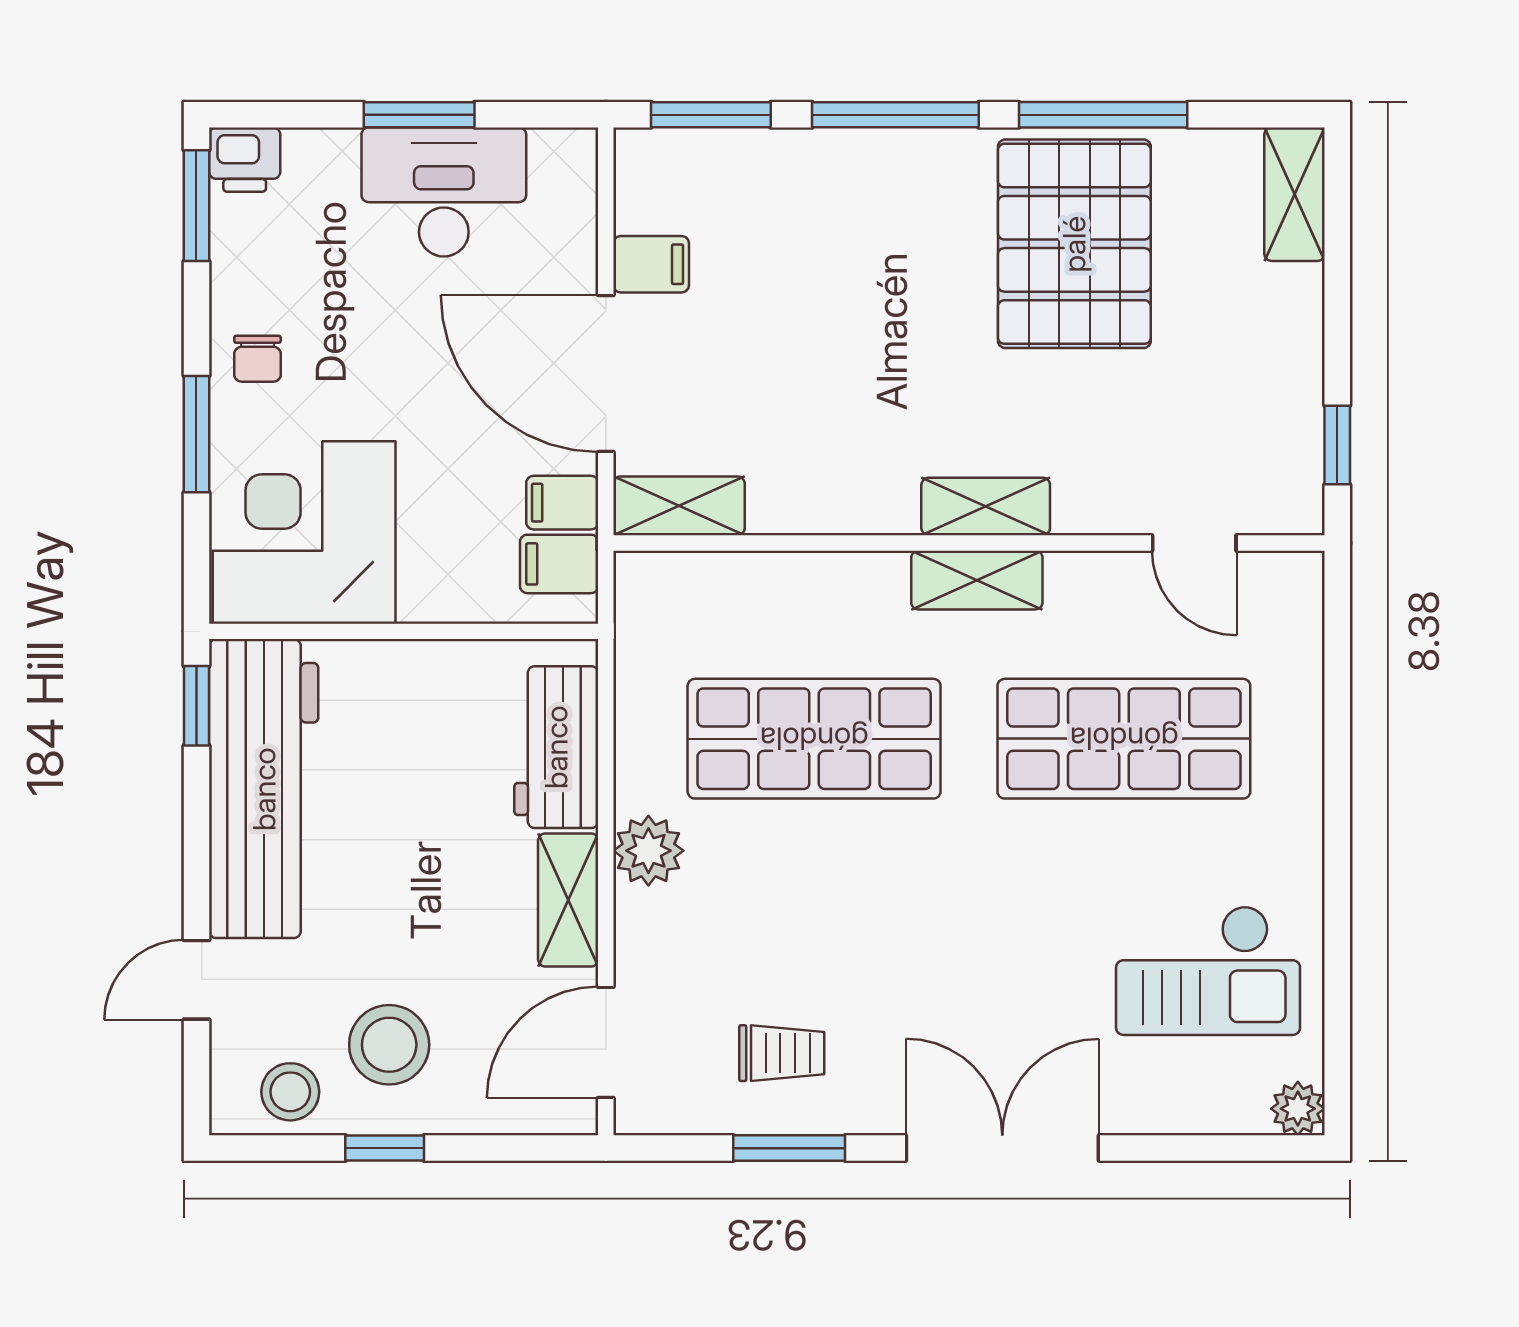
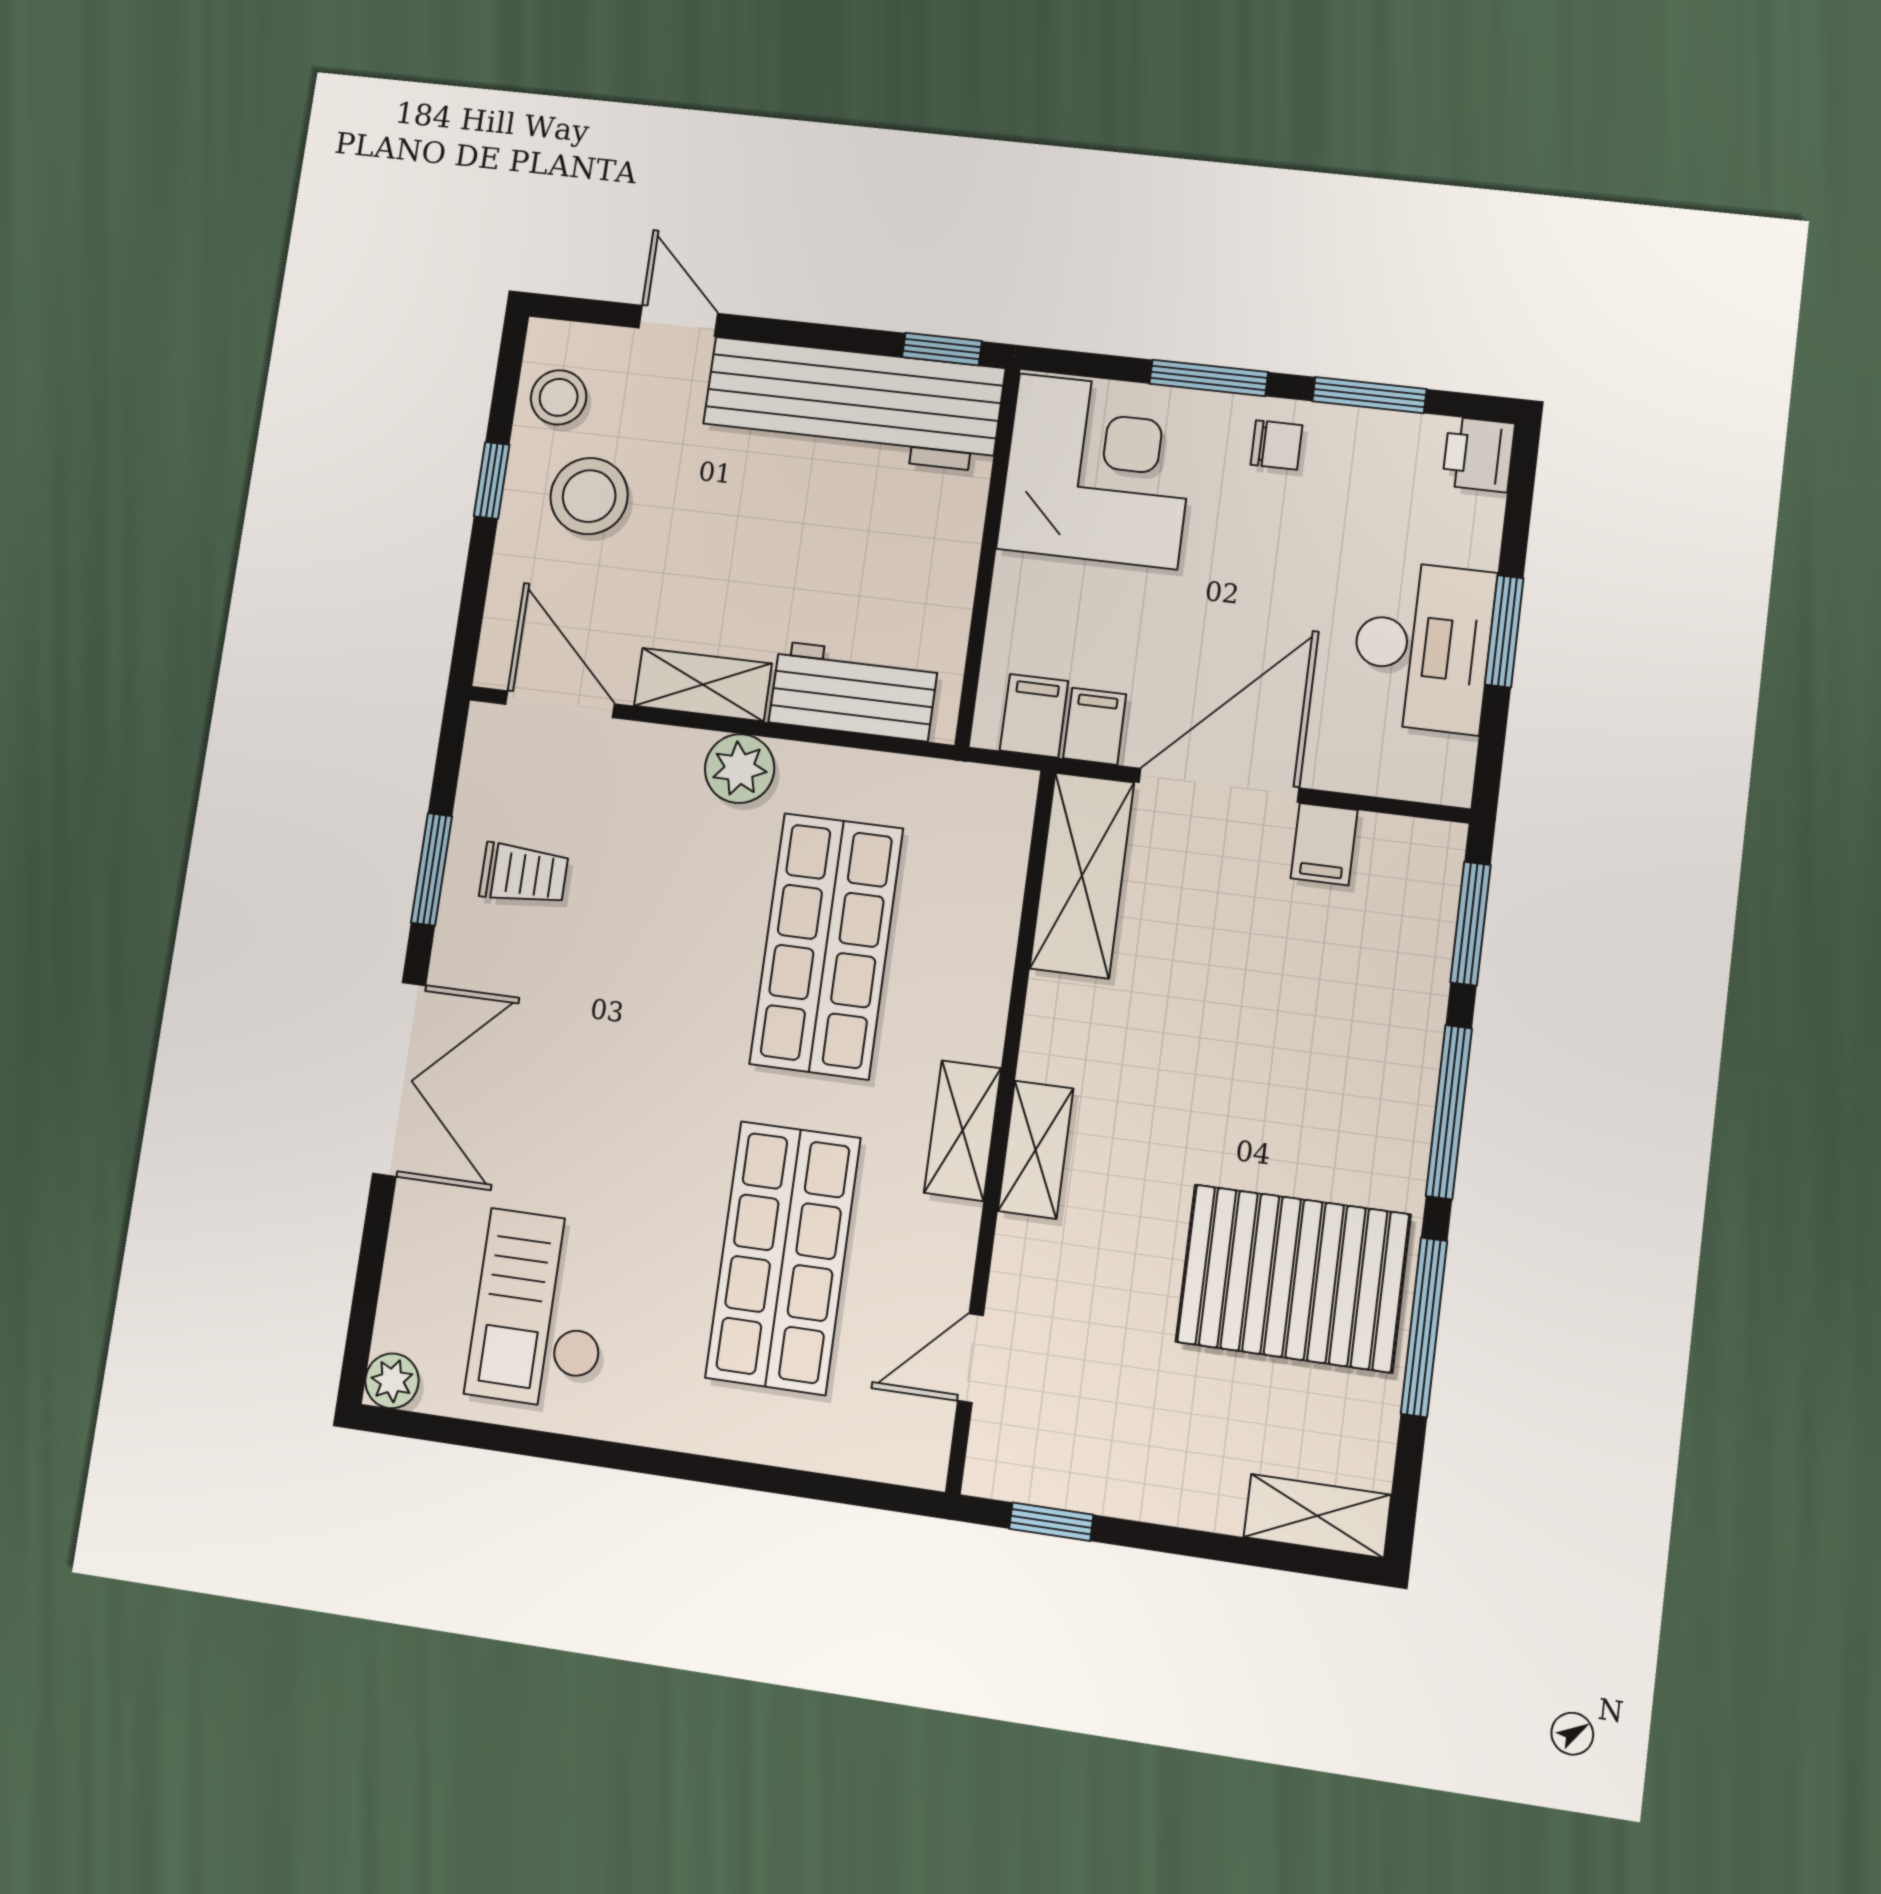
window: (196, 206) -> (1369, 395), moved
chair: (257, 359) -> (1276, 445), turned 180
shelving: (679, 506) -> (1082, 875), width x1.50, depth x1.33
trolley: (782, 1053) -> (524, 874), turned -90

